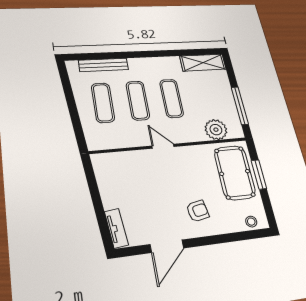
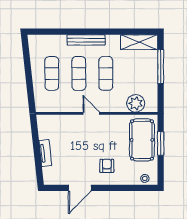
bench: (103, 65) -> (86, 40), moved
window: (240, 106) -> (161, 67), moved
armchair: (198, 211) -> (107, 166), turned -79
tv unit: (116, 228) -> (45, 153), moved

